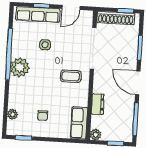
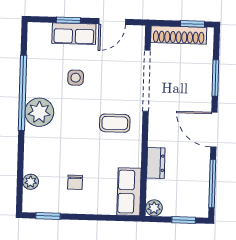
row of seats: (38, 15) -> (74, 34), width x0.68

